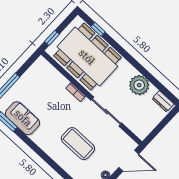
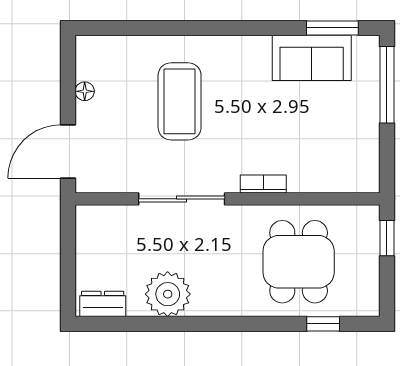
dining table: (87, 57) -> (299, 262), width x0.53, depth x0.80
coffee table: (78, 144) -> (180, 101), turned 90

